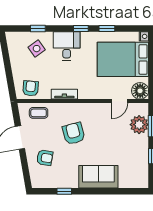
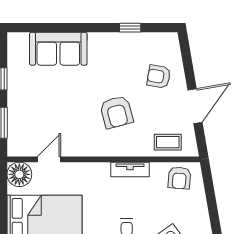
plant: (139, 125) -> (21, 125), removed
sofa: (98, 177) -> (58, 49), moved

